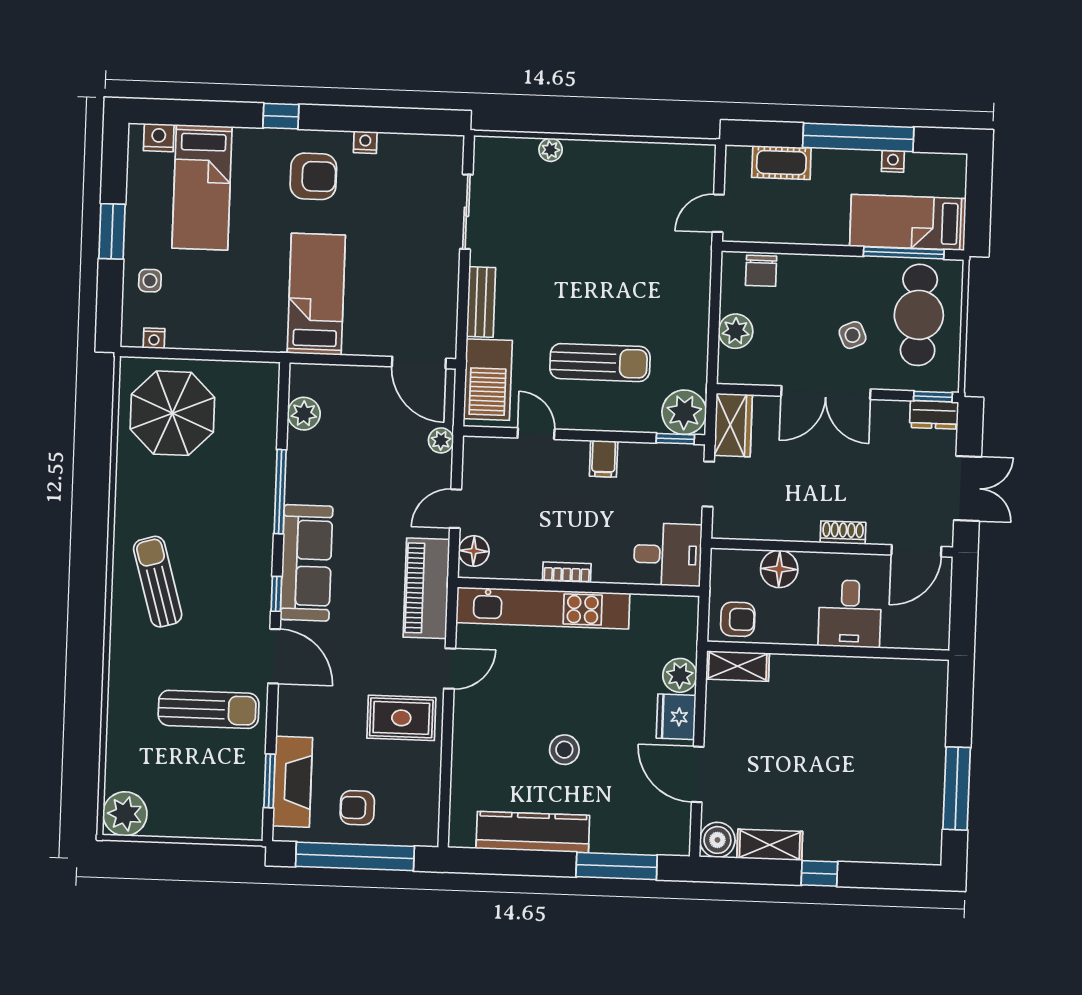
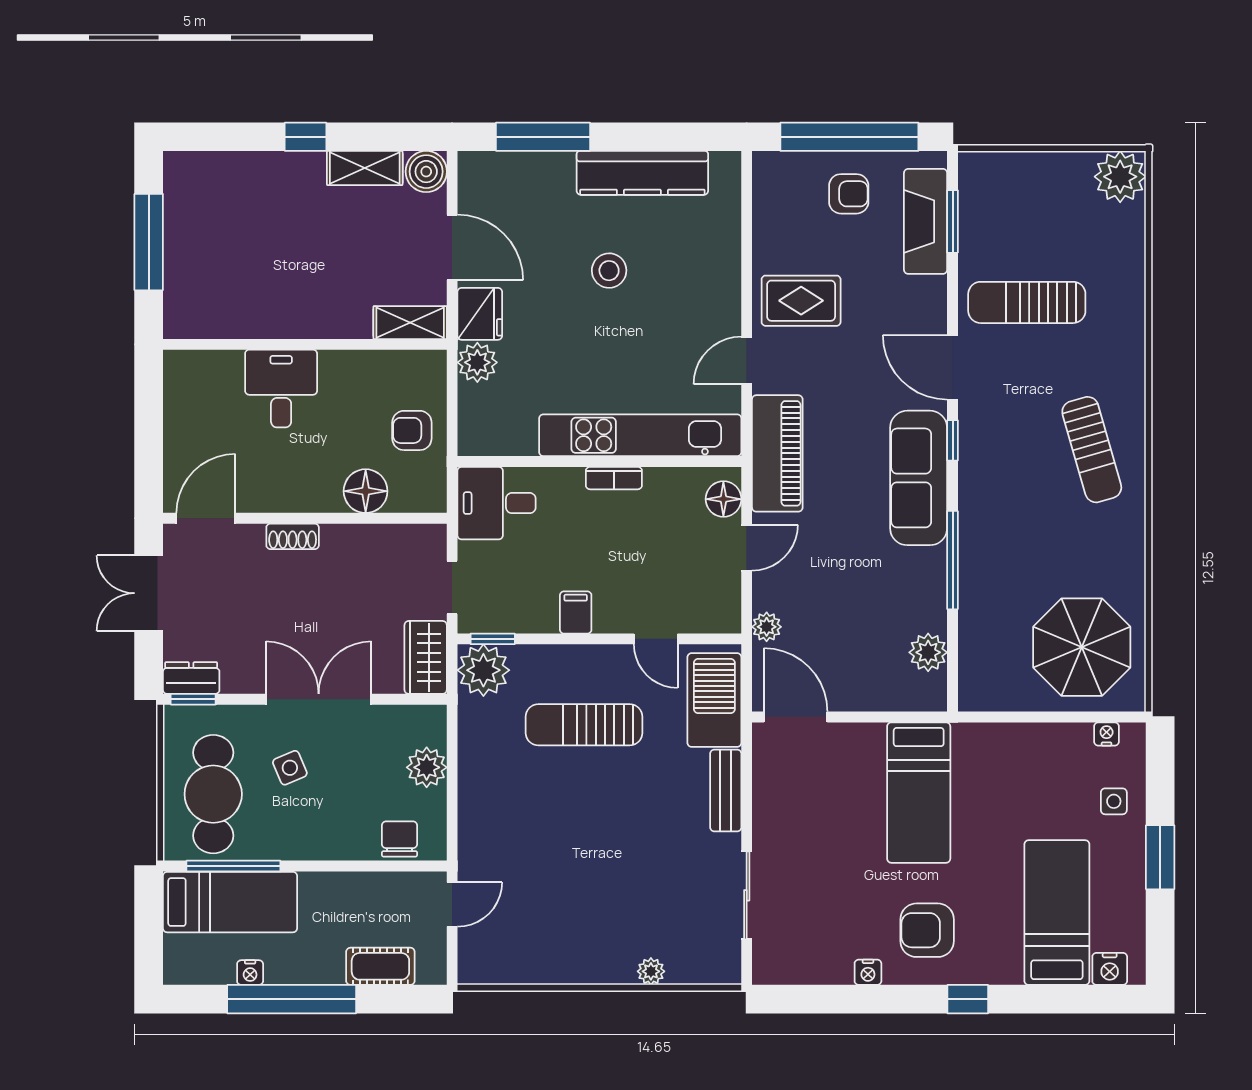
desk: (850, 614) -> (281, 389), moved
wall: (828, 651) -> (305, 344), moved
shelving: (738, 666) -> (410, 323), moved

